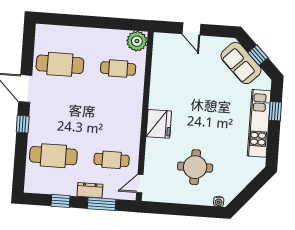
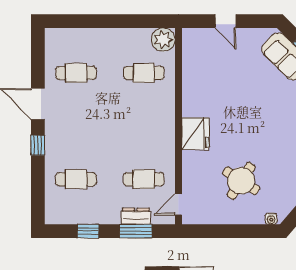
cafe table: (60, 64) -> (76, 73), width x0.73, depth x0.74
cafe table: (53, 156) -> (76, 179), width x0.73, depth x0.74
round table: (195, 167) -> (241, 181), turned 33
dresser: (90, 190) -> (136, 216), moved

